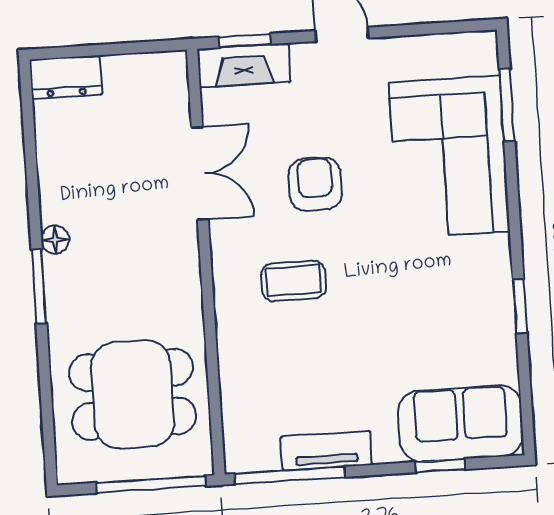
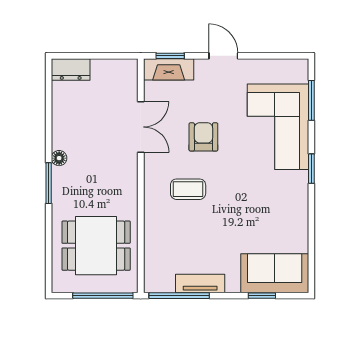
window: (520, 306) -> (311, 169), moved

